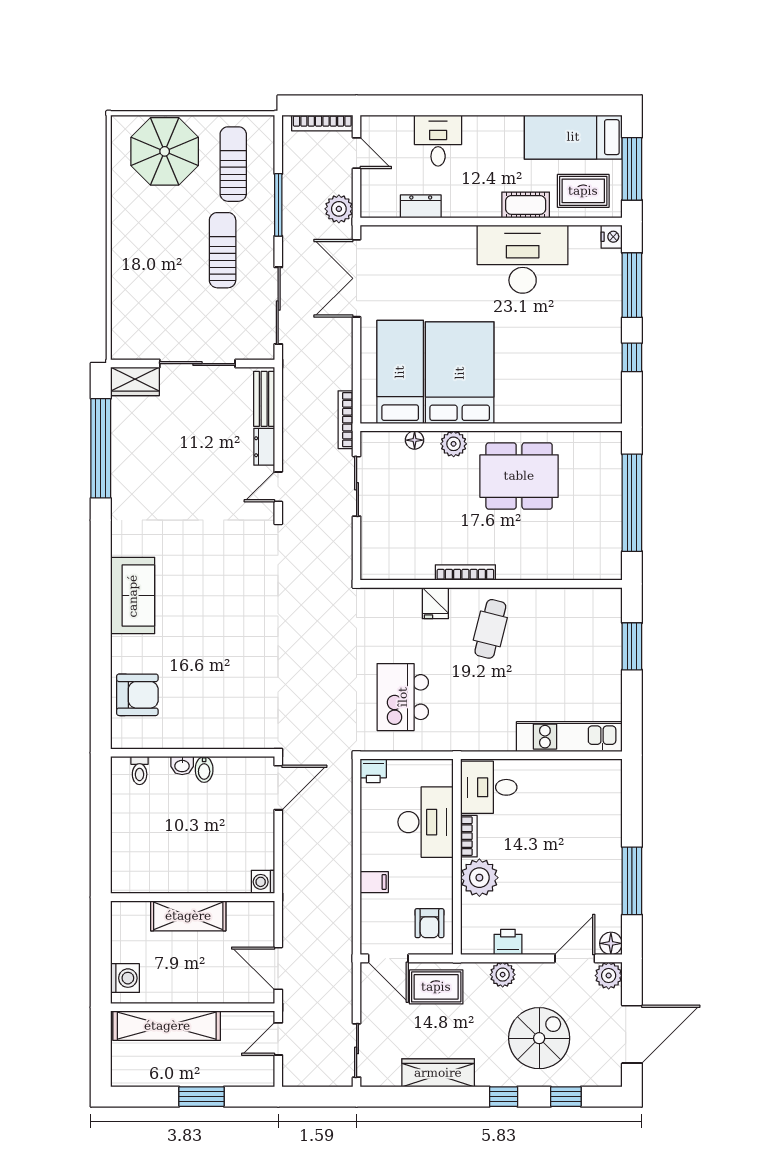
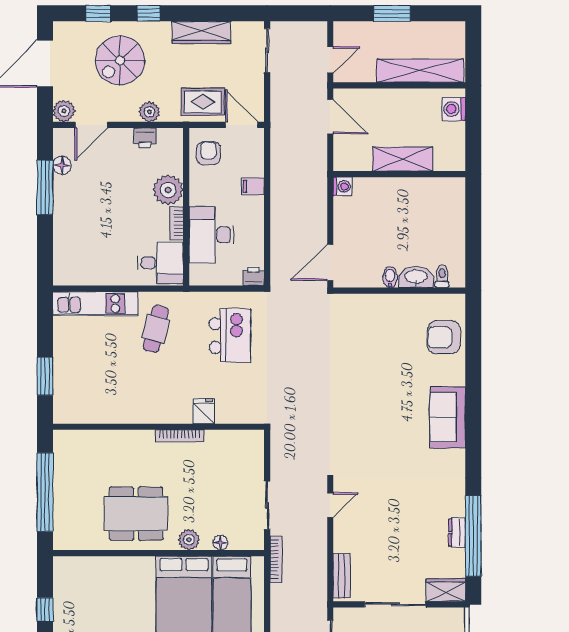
dresser: (264, 447) -> (457, 533), moved, turned 180
cafe table: (490, 629) -> (156, 329), moved
washbasin: (182, 766) -> (416, 277), width x1.91, depth x1.45
floor lamp: (611, 943) -> (62, 165), moved

